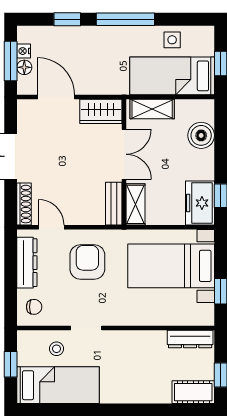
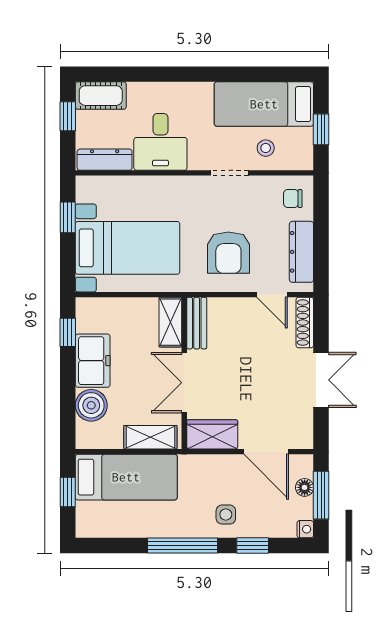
side table: (172, 40) -> (226, 515), moved
nightstand: (24, 51) -> (305, 529), moved
freezer: (200, 203) -> (93, 361), moved
desk: (144, 354) -> (160, 142), added

